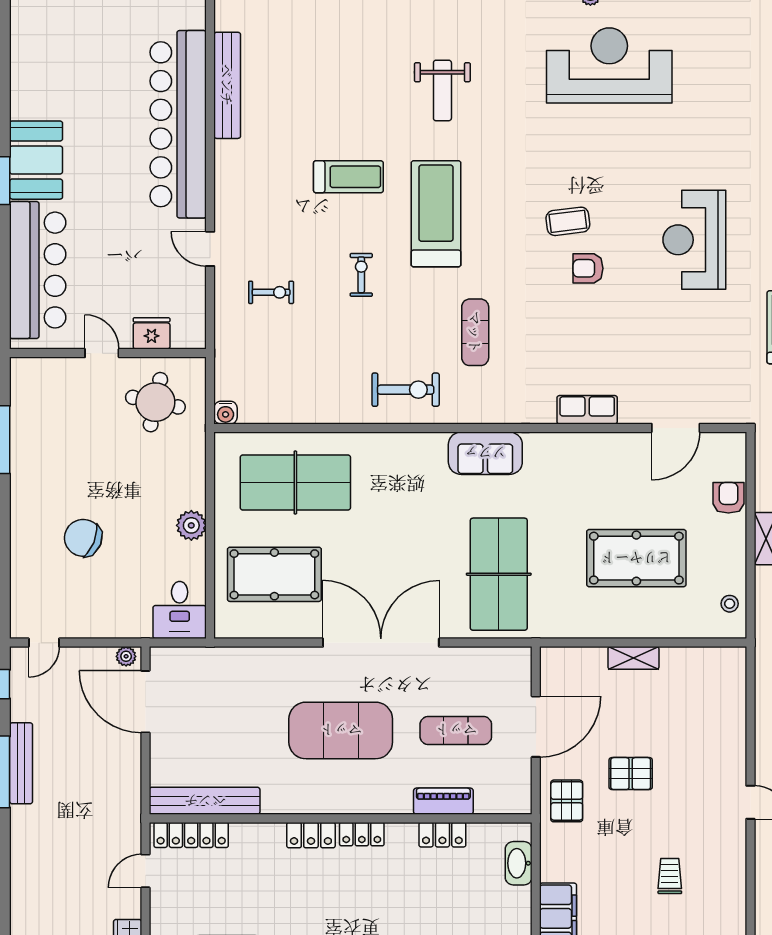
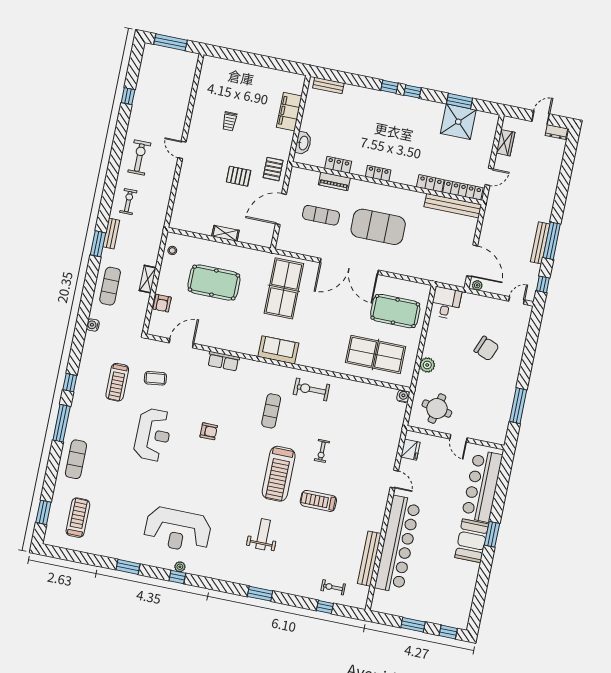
coffee table: (568, 221) -> (155, 378), moved
exercise bike: (271, 292) -> (333, 587), moved
fridge: (152, 333) -> (410, 450), moved, turned -90
plant: (191, 525) -> (427, 365), moved
locker: (311, 835) -> (430, 183), moved

